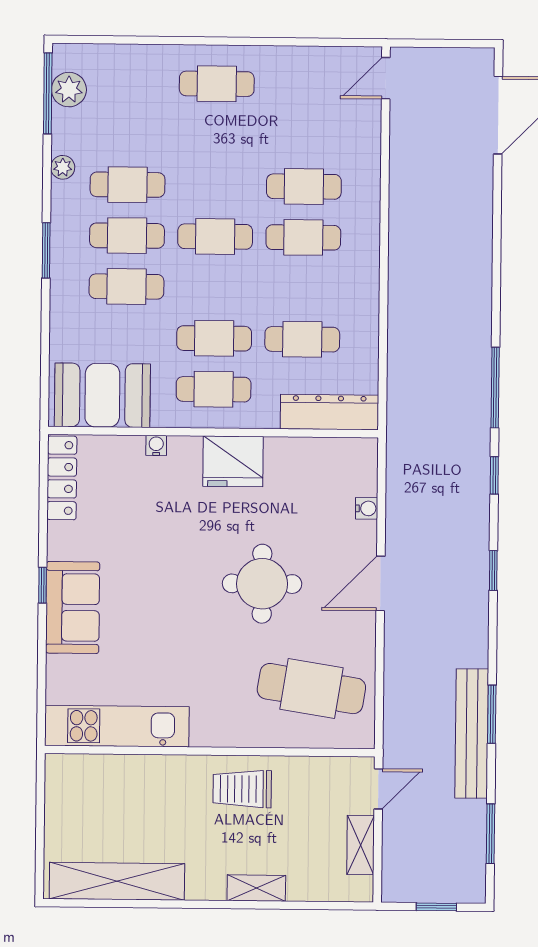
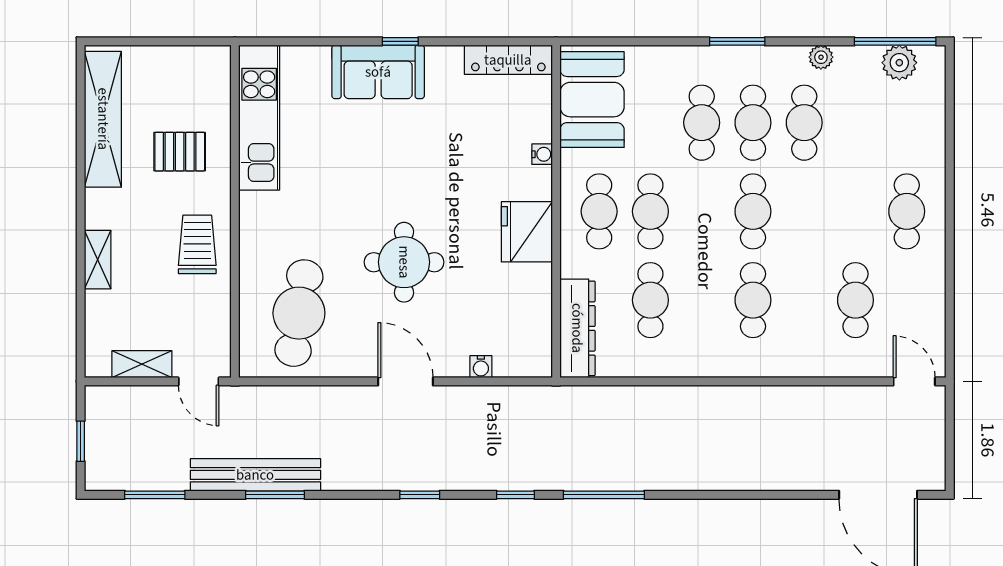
cafe table: (304, 187) -> (855, 300), moved
pallet: (150, 805) -> (180, 152), added

